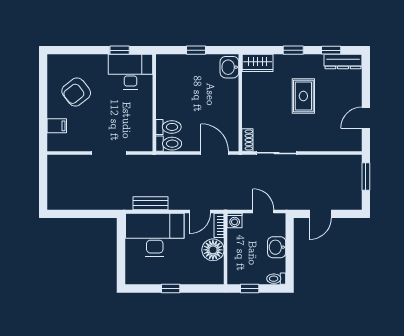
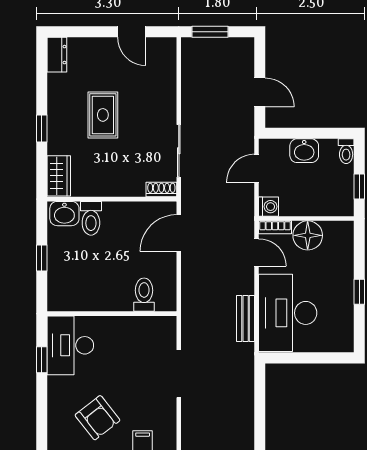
window: (331, 50) -> (42, 78), removed
dresser: (343, 62) -> (57, 55), width x0.70
rug: (303, 96) -> (103, 115), turned 90
toilet: (169, 144) -> (91, 218), moved, turned 180

